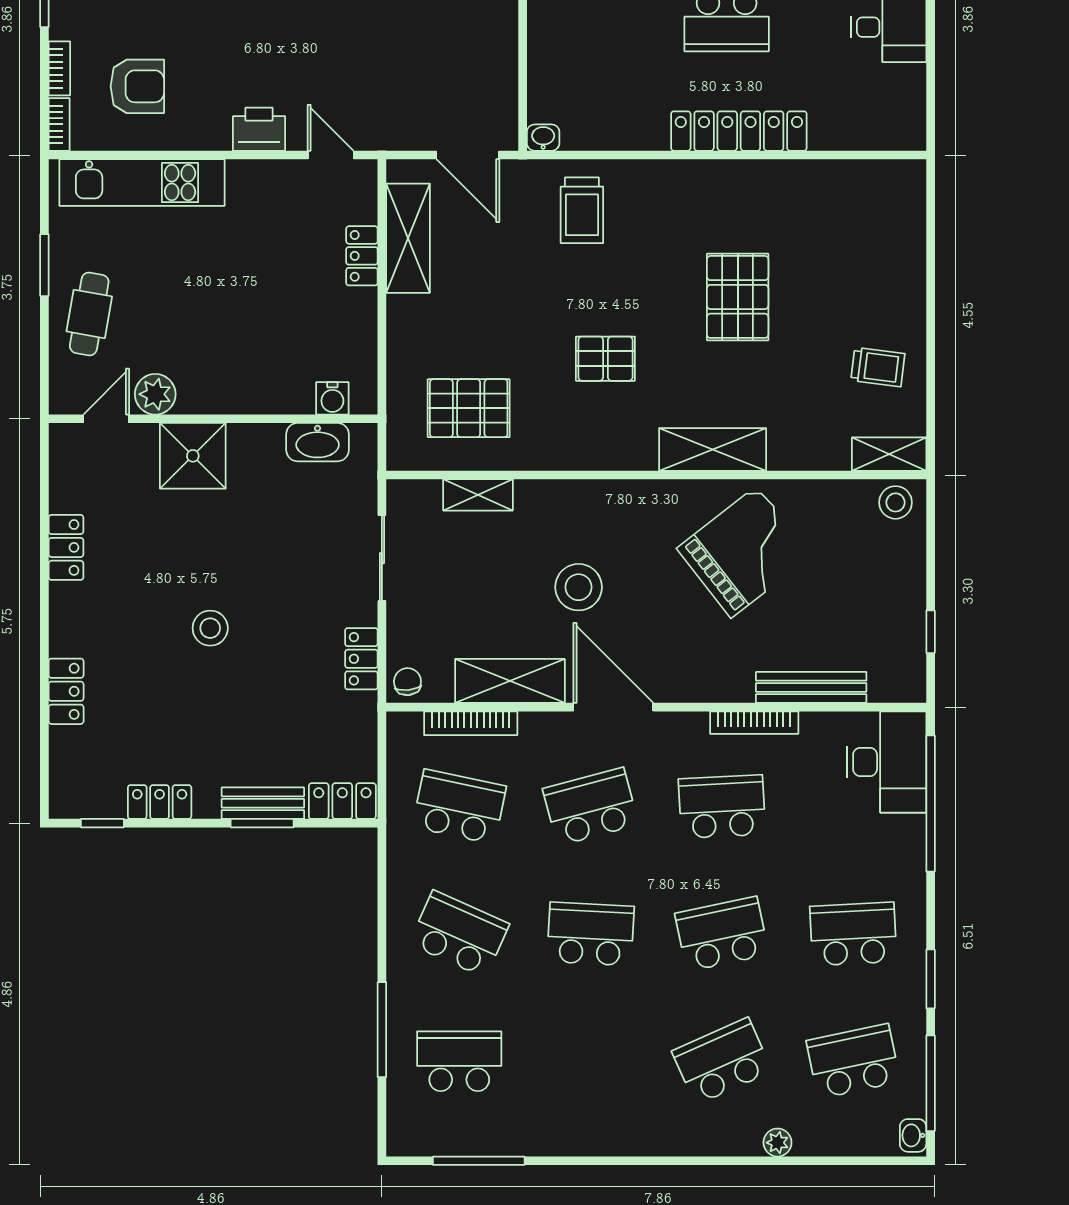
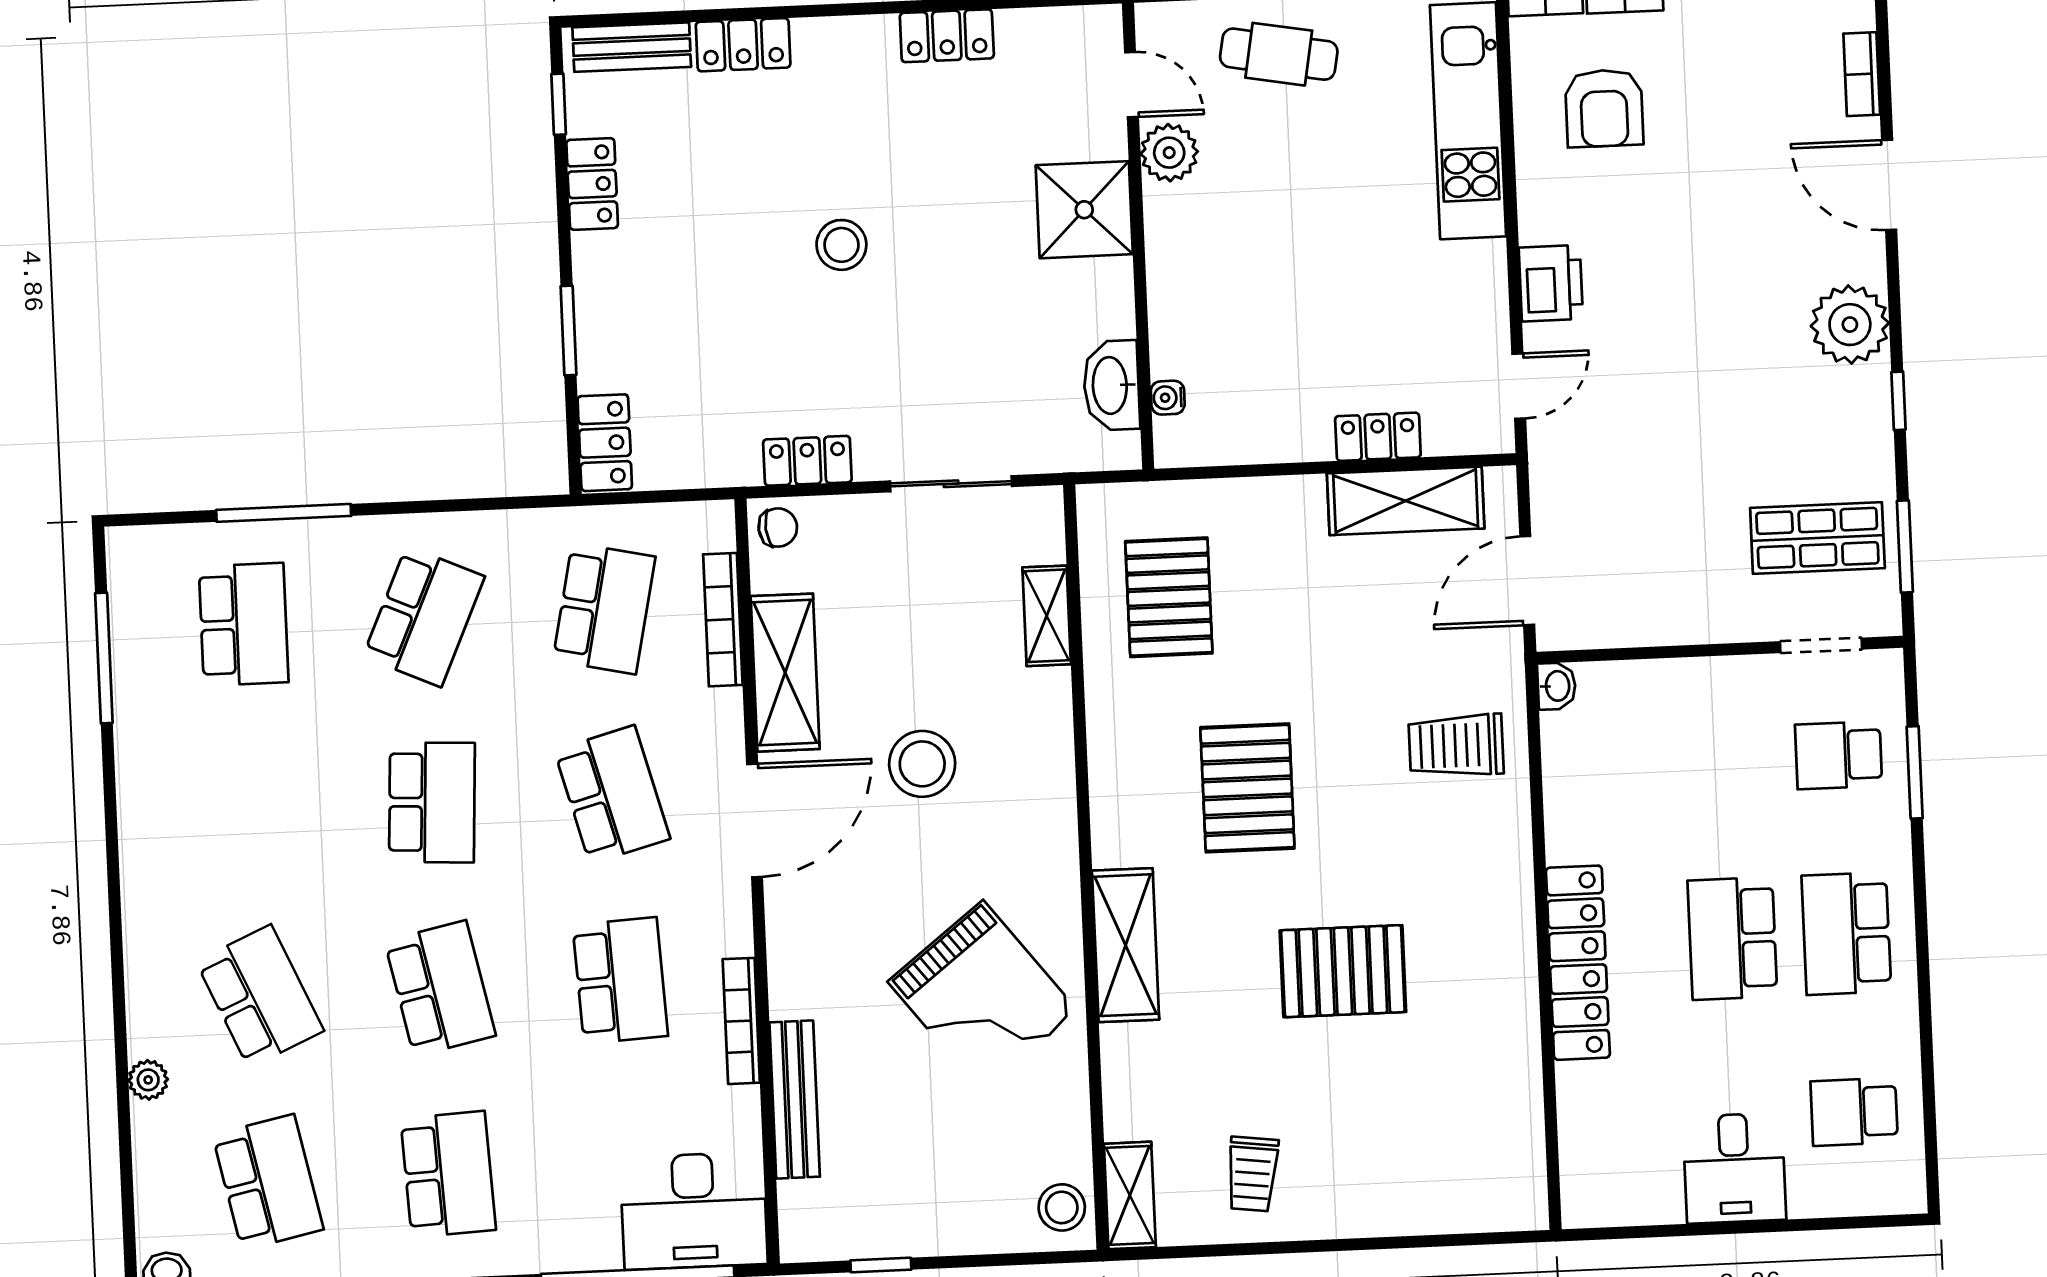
pallet: (605, 359) -> (1247, 788), width x1.50, depth x1.42
water cooler: (332, 398) -> (1168, 398), width x0.72, depth x0.72
bench: (263, 803) -> (632, 47), moved, turned 90

